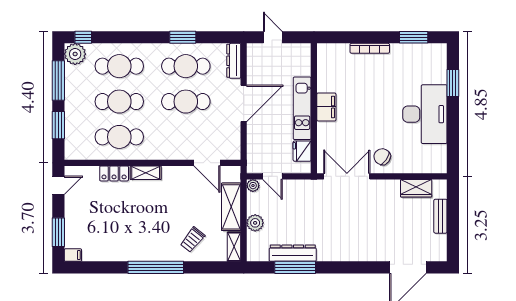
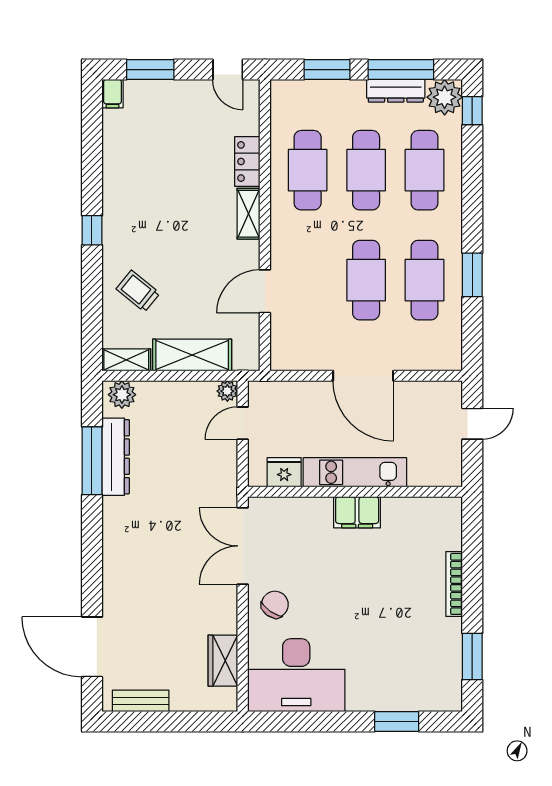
dresser: (234, 61) -> (396, 91), moved, turned 180
desk: (425, 114) -> (296, 675), moved
door: (207, 163) -> (265, 291), moved
double door: (347, 176) -> (243, 546), swing flipped
bench: (440, 216) -> (141, 701), moved
plant: (255, 223) -> (122, 395), moved
window: (156, 267) -> (92, 230), width x0.32

